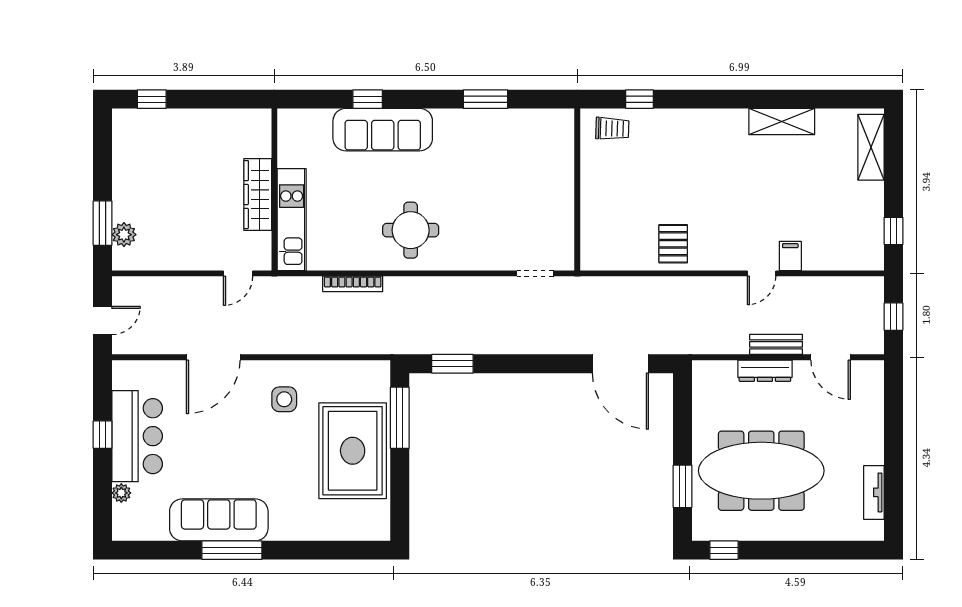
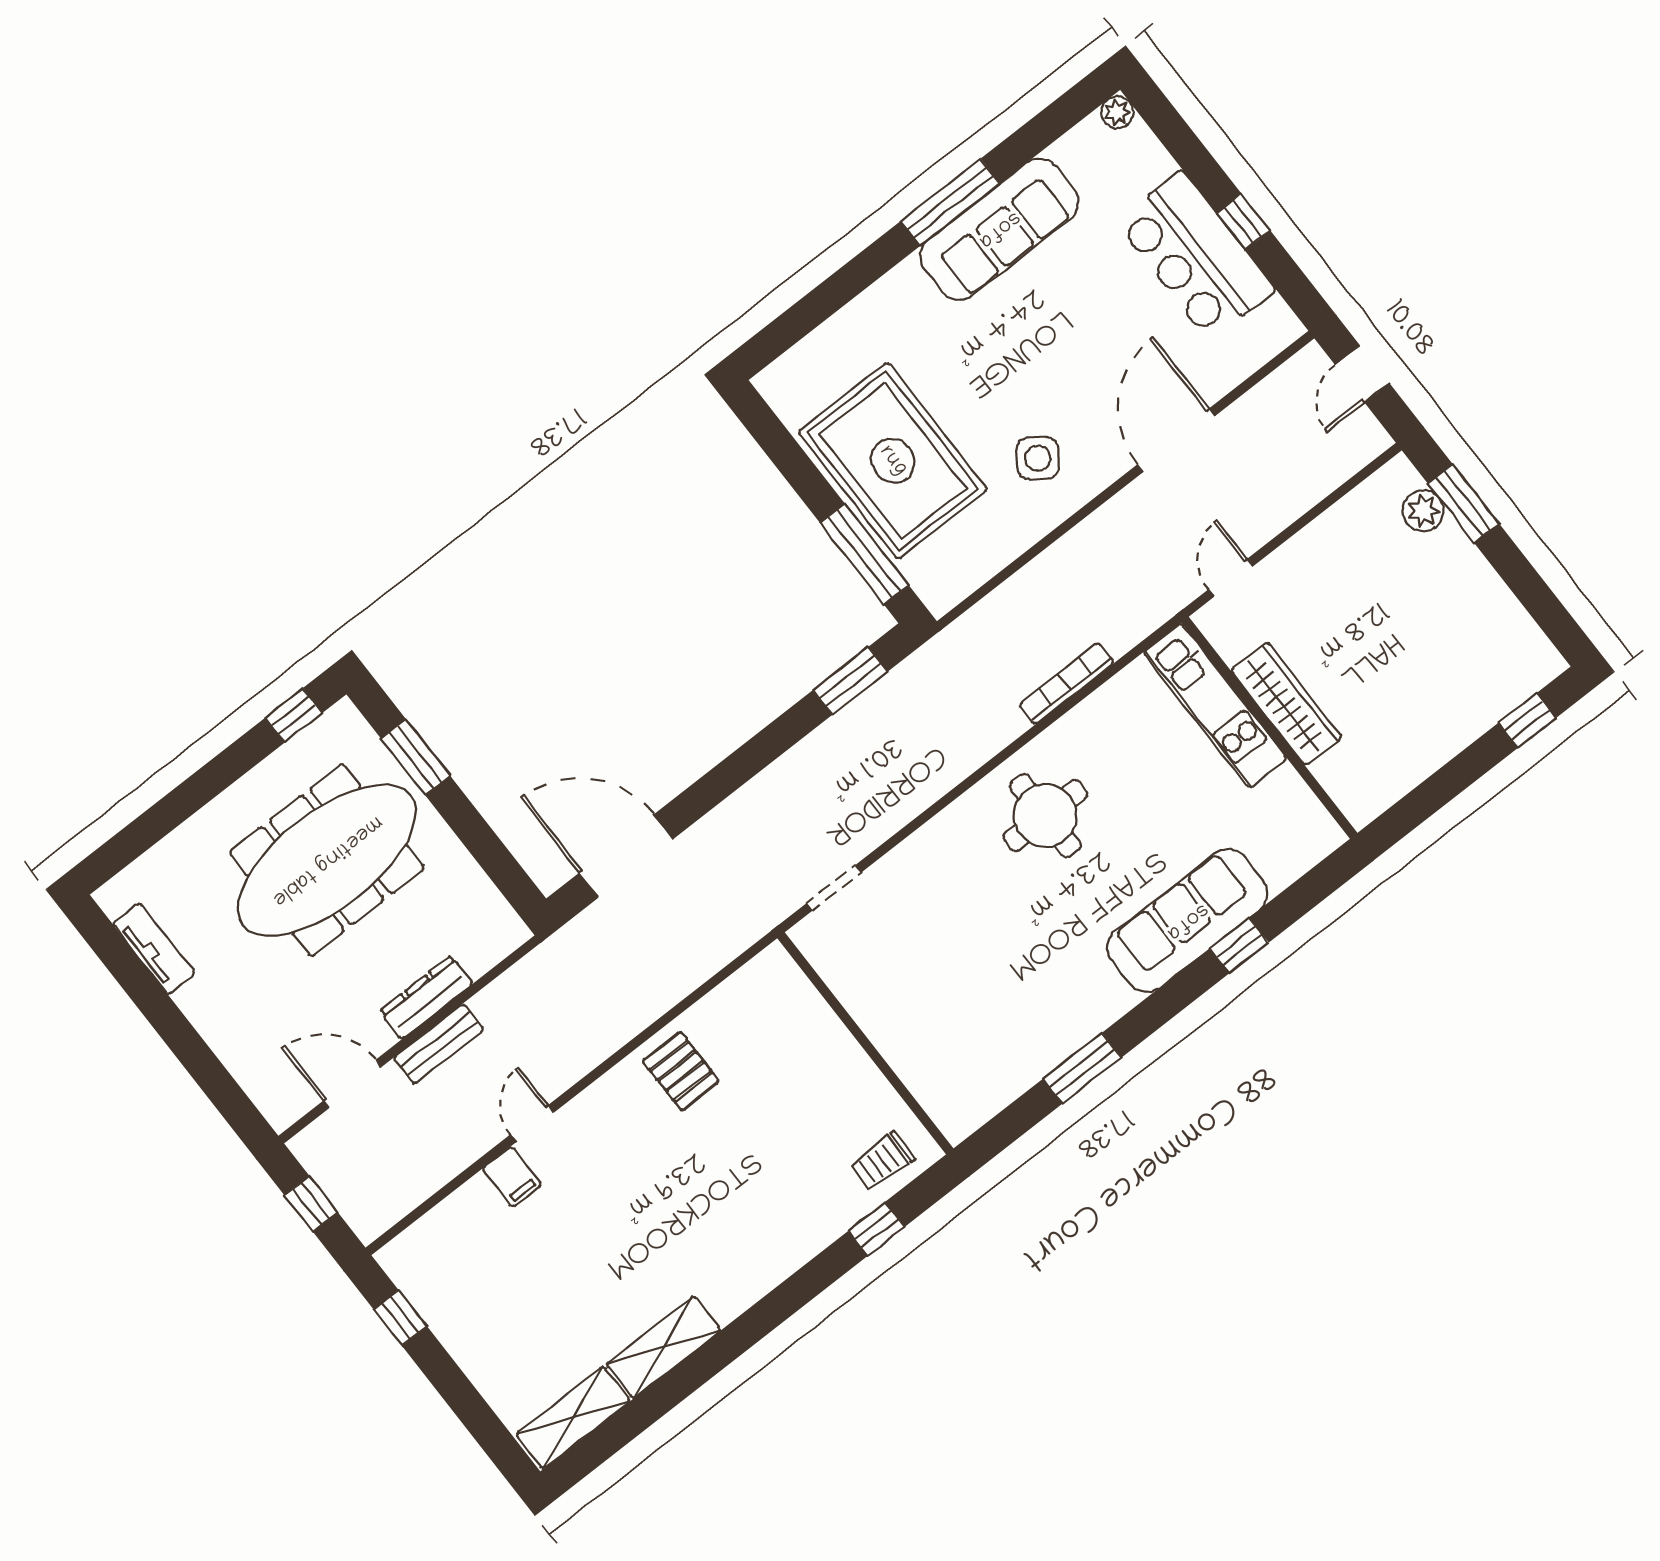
shelving: (871, 147) -> (573, 1417), moved, turned 90
side table: (284, 399) -> (1038, 458), turned 36
plant: (121, 493) -> (1117, 112), moved

